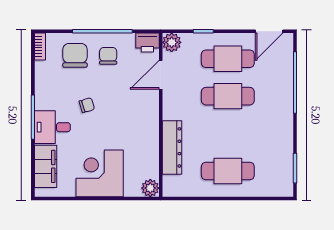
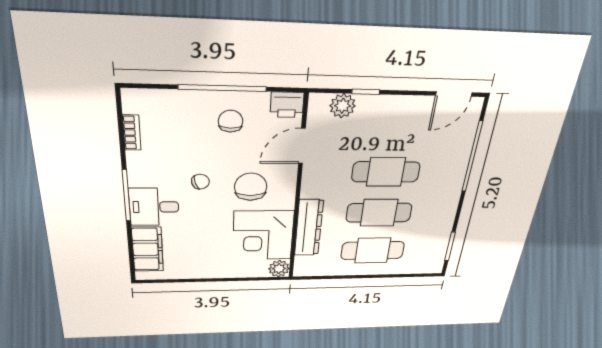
plant: (172, 42) -> (343, 106), moved
bookcase: (40, 47) -> (132, 133), moved
chair: (75, 55) -> (251, 187), moved
cafe table: (228, 59) -> (379, 213), moved
corner desk: (100, 173) -> (263, 235), moved, turned -90

